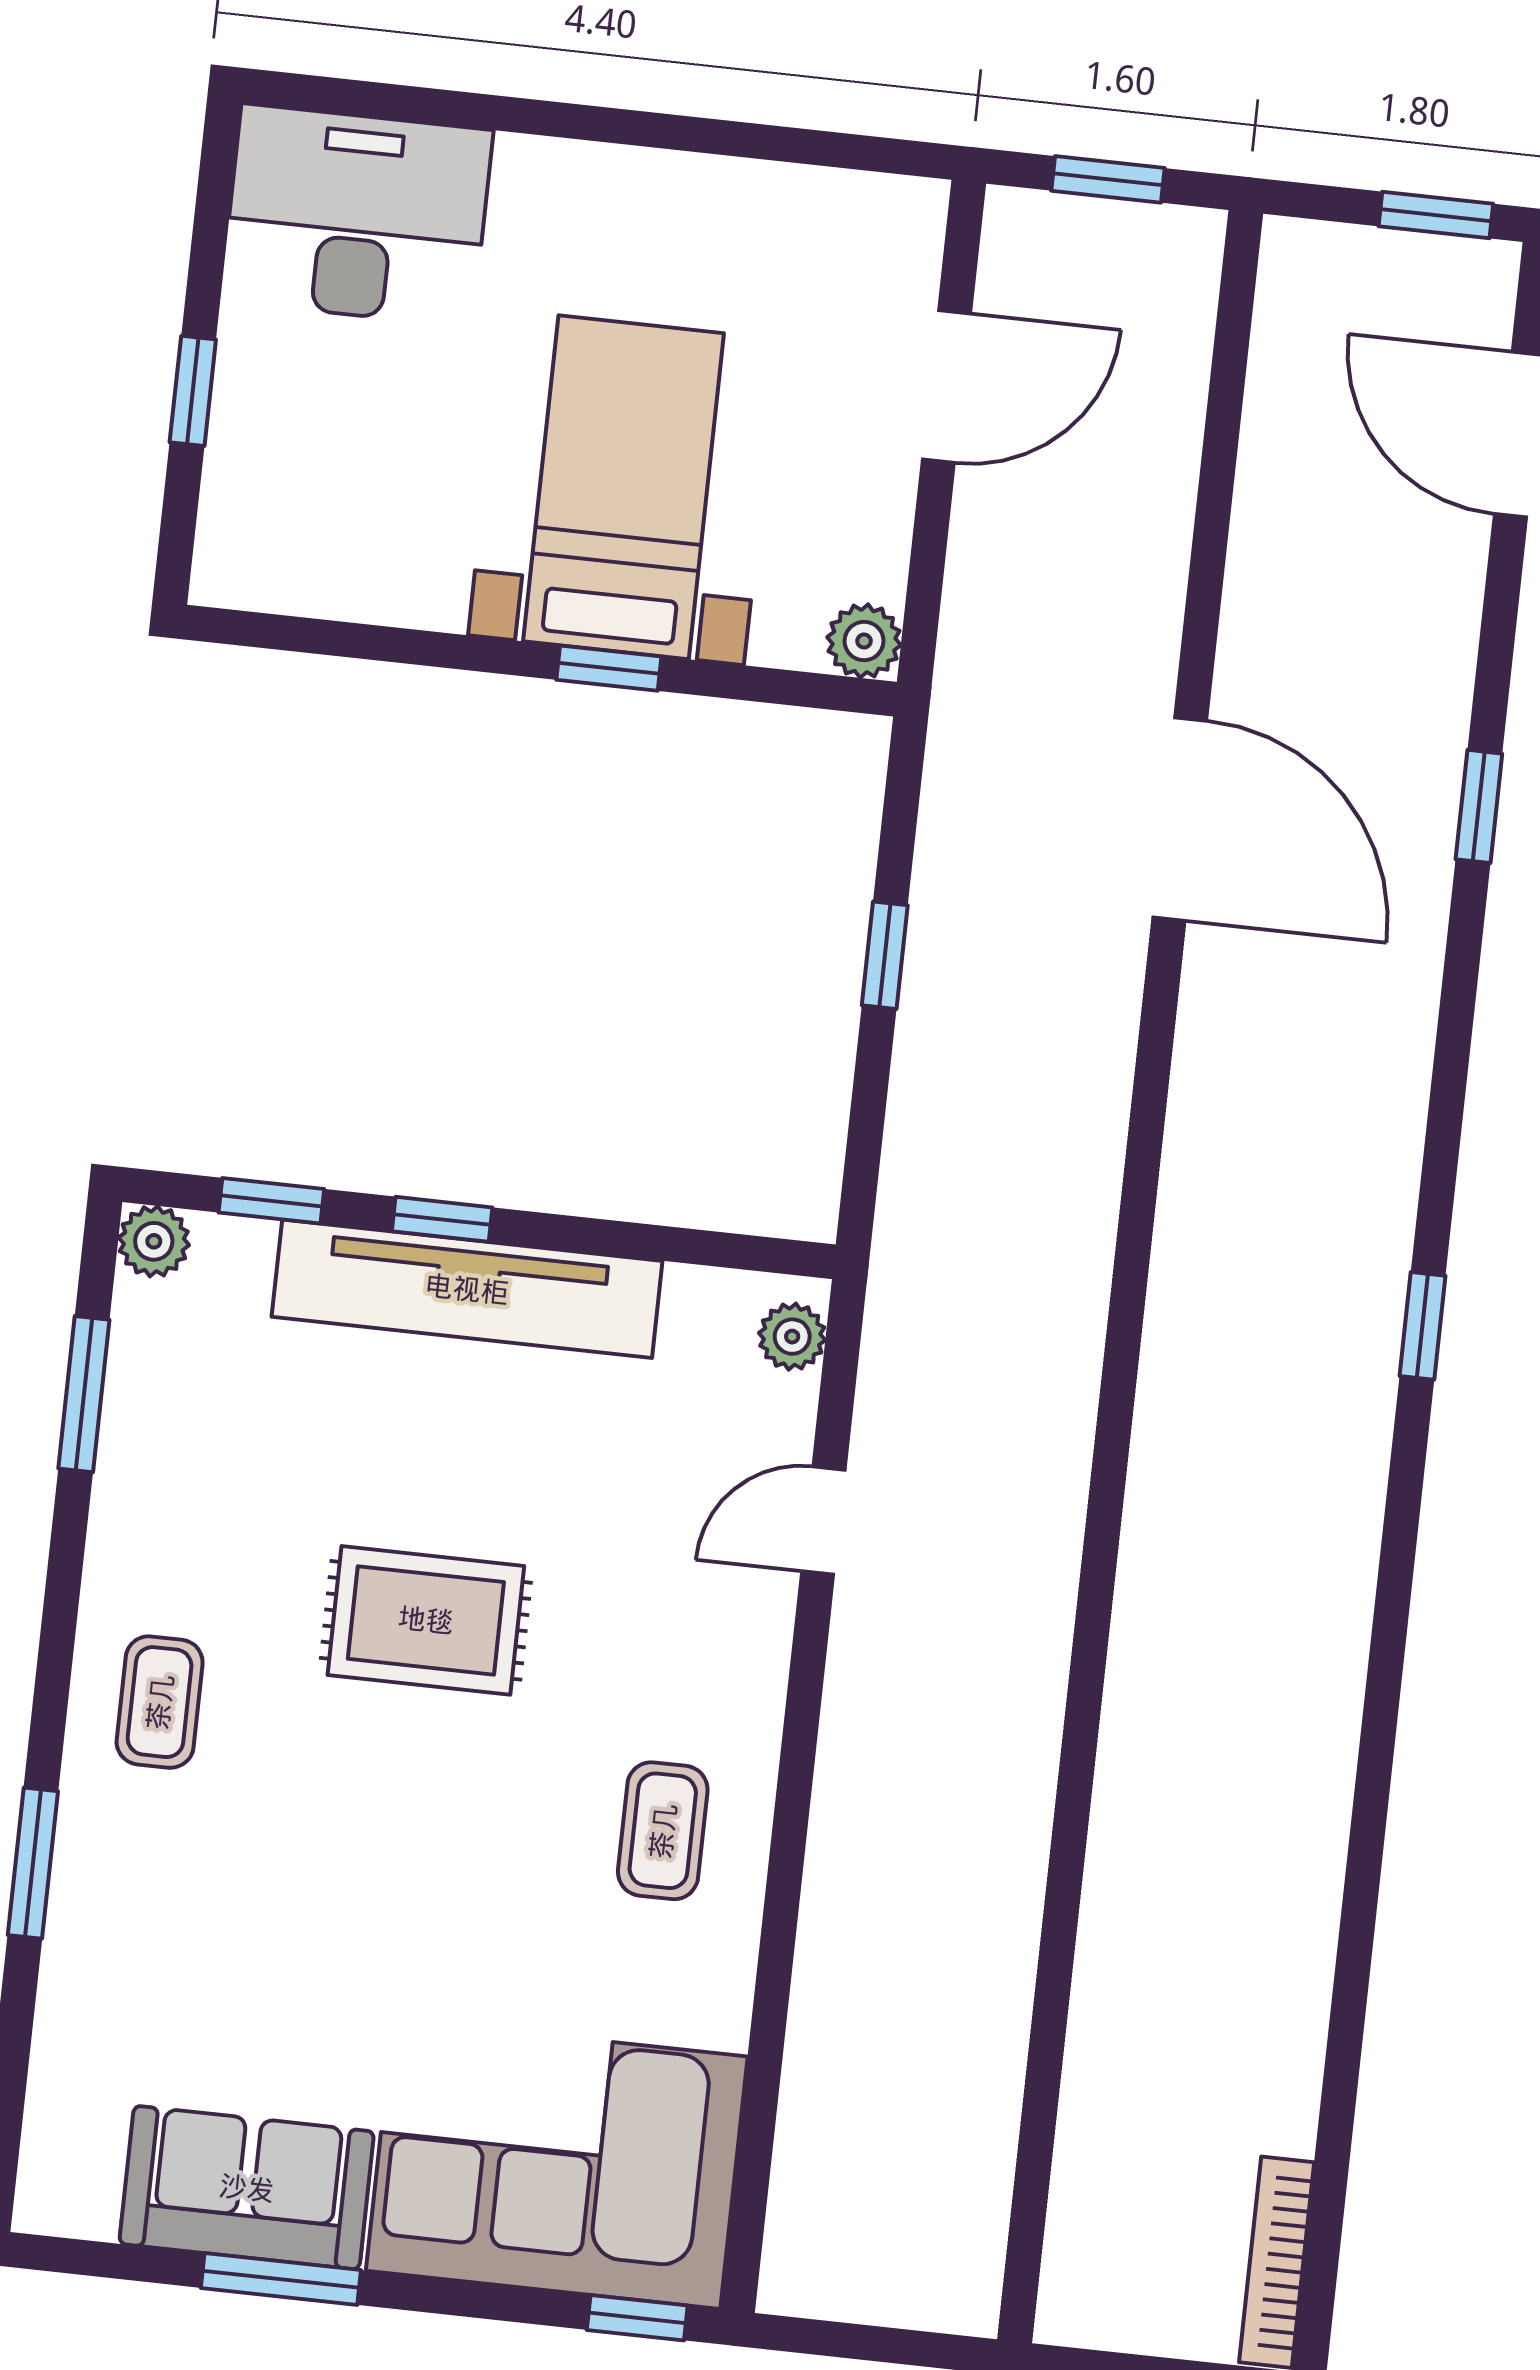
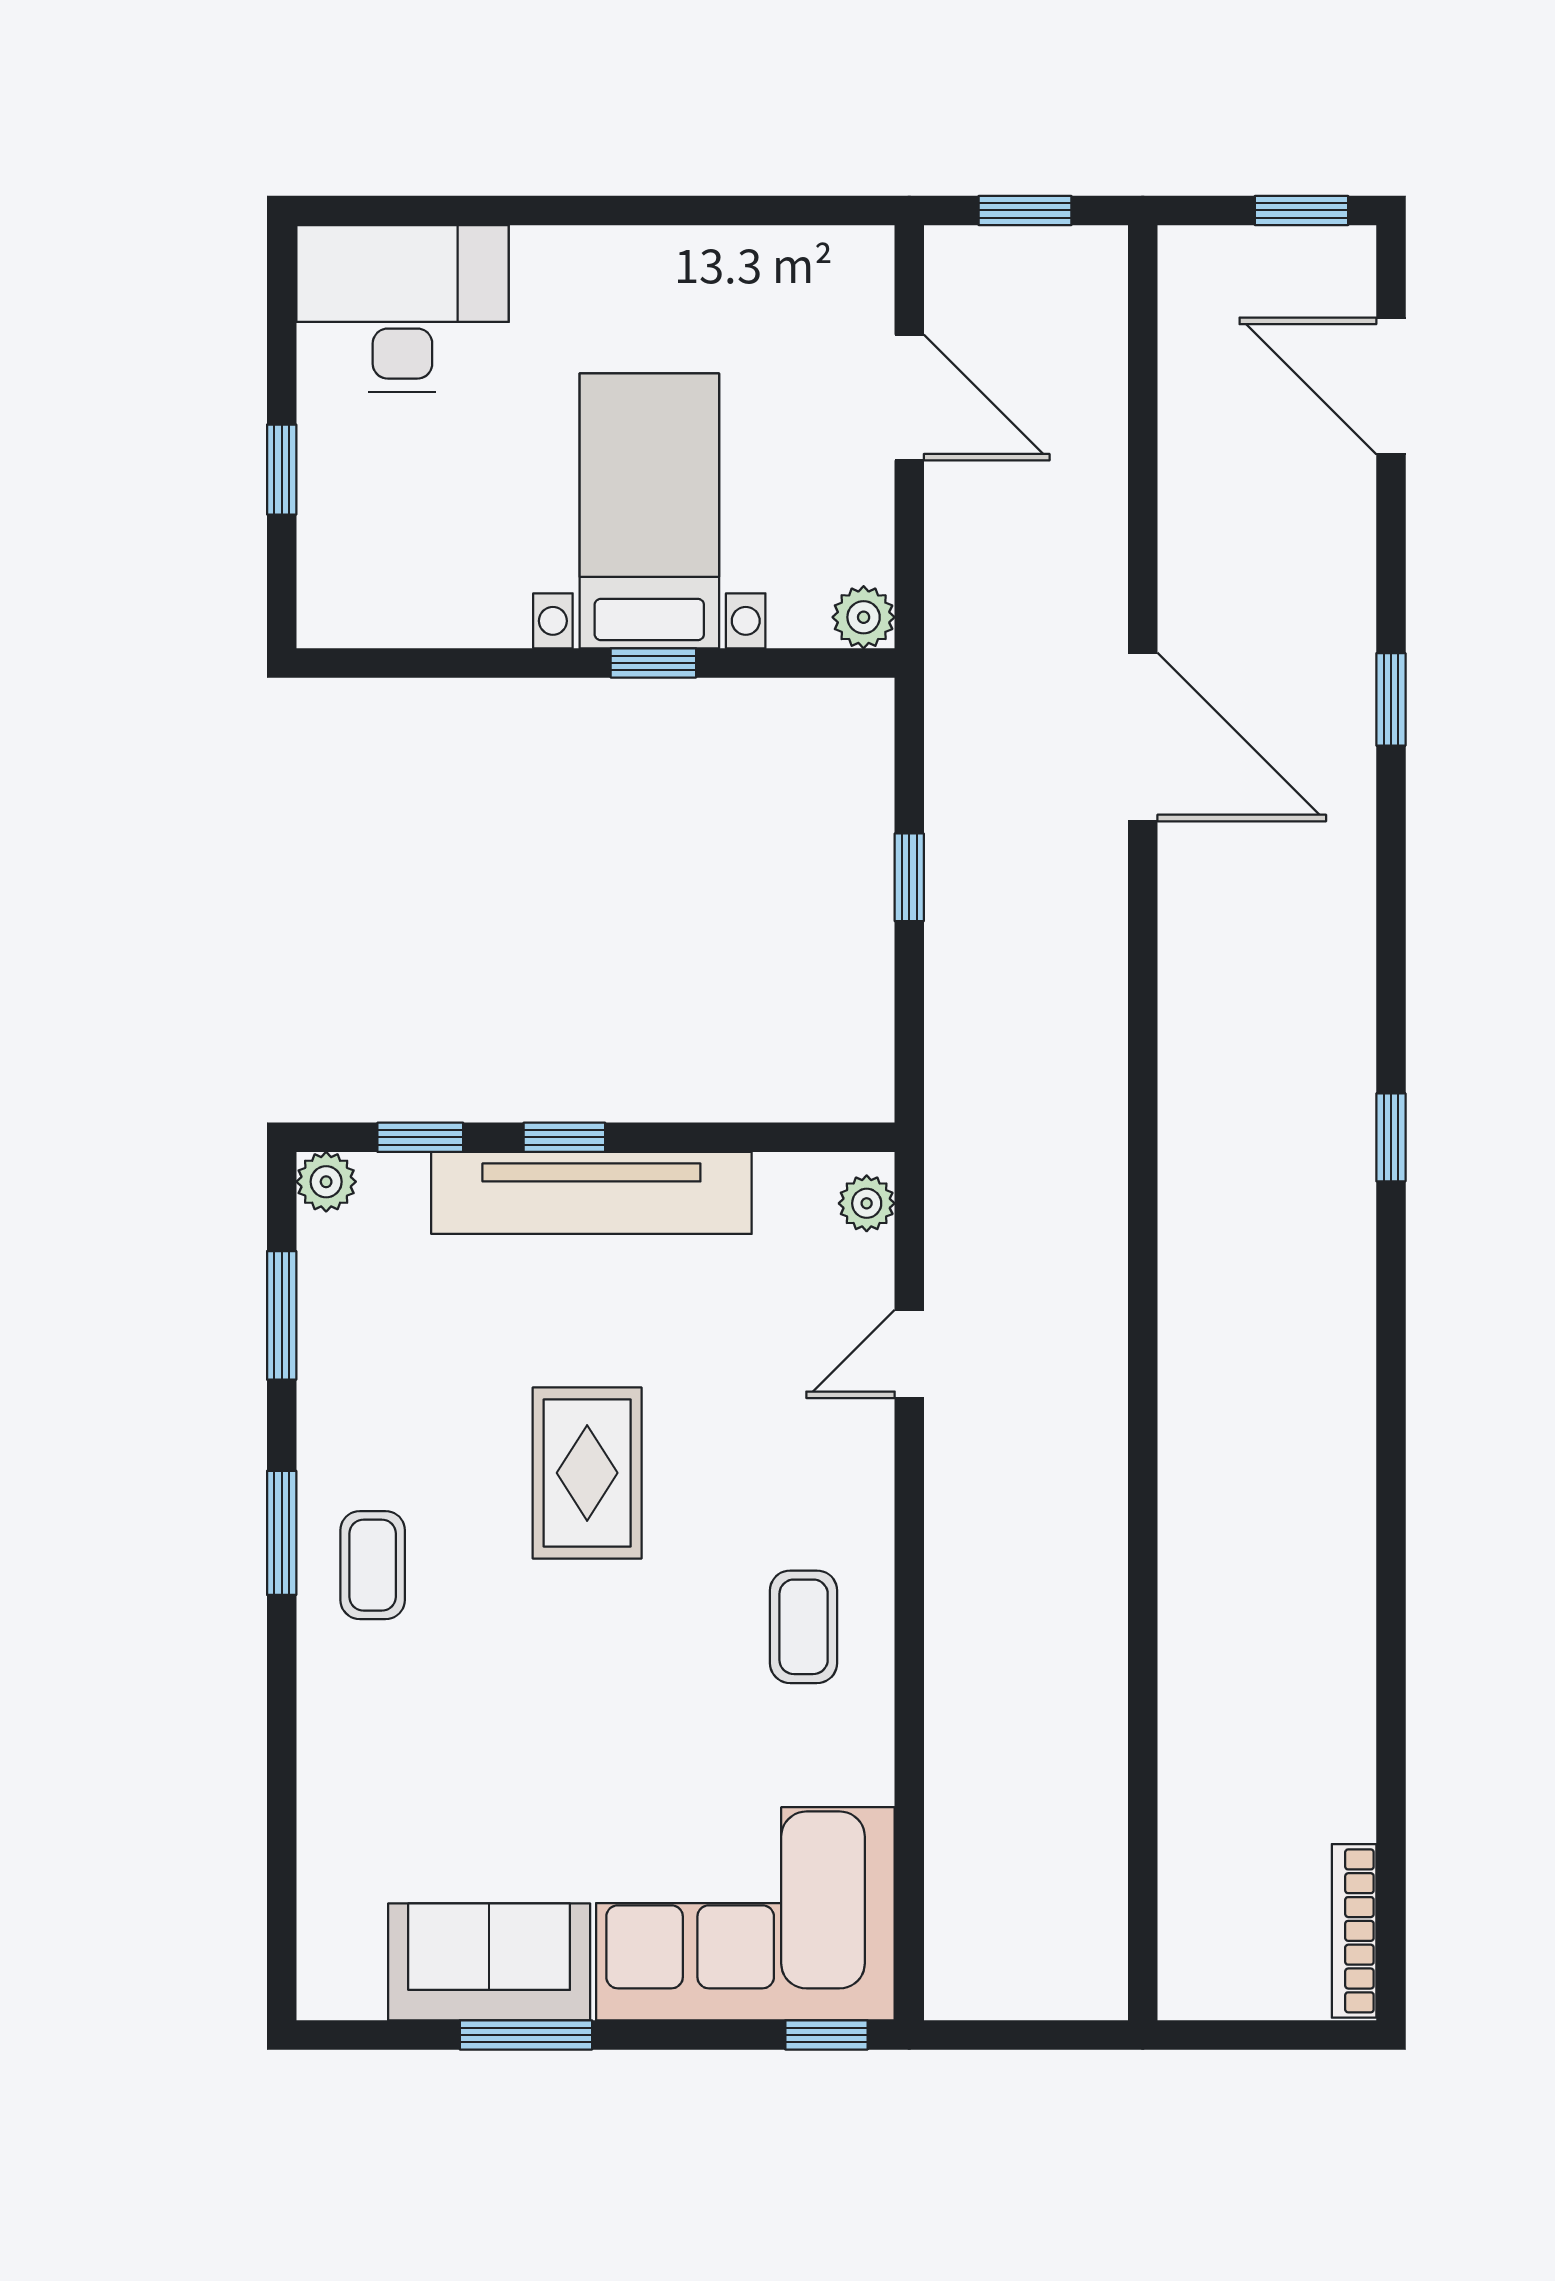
door: (947, 386) -> (909, 398), hinge flipped
rug: (426, 1620) -> (587, 1473), turned 90
window: (33, 1863) -> (282, 1533), moved

